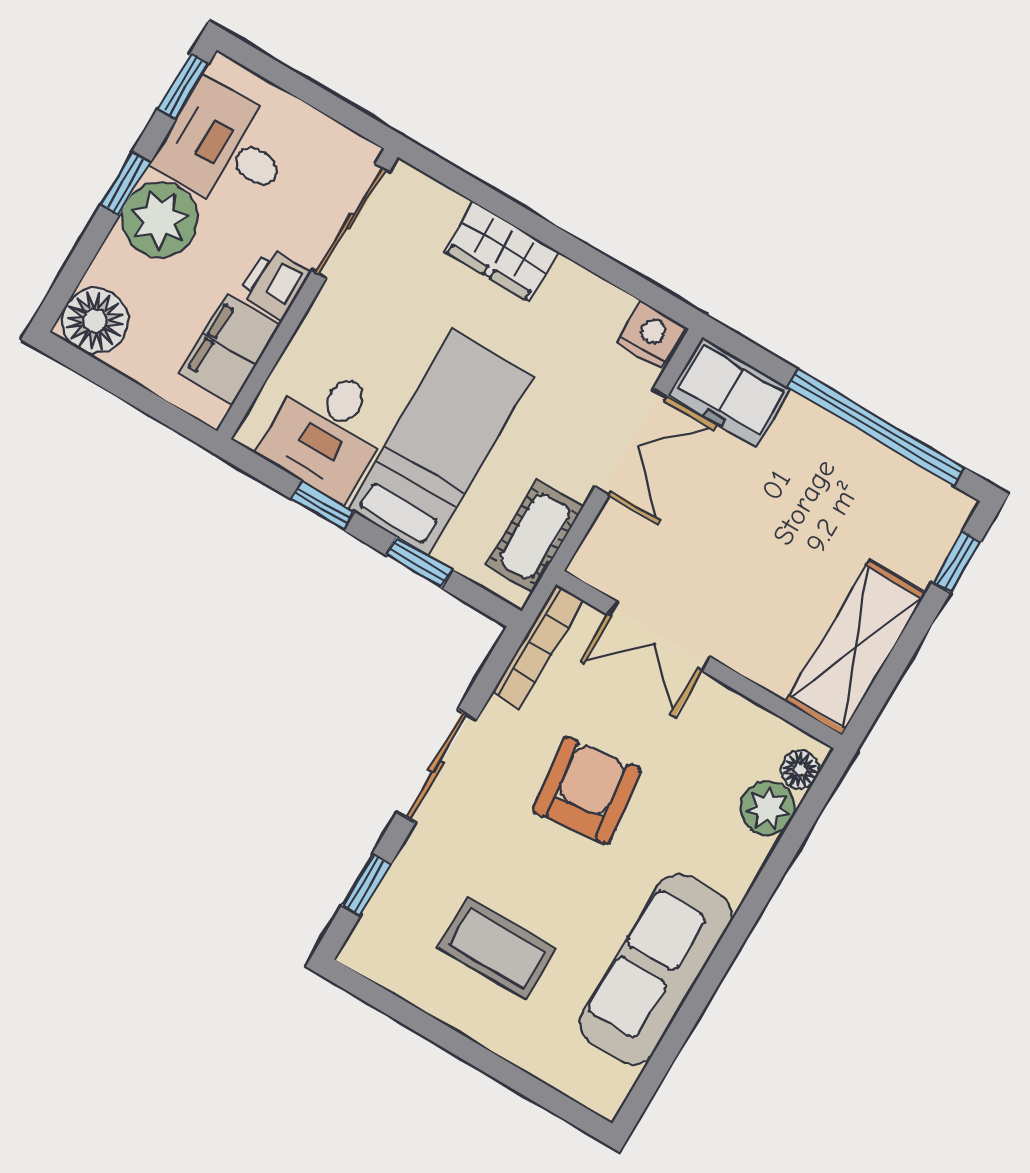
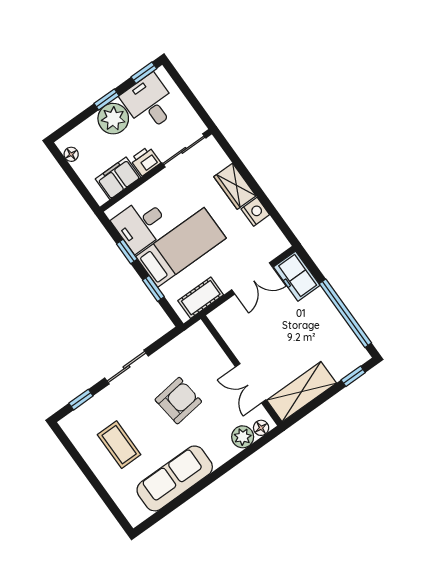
floor lamp: (95, 321) -> (71, 154), width x0.53, depth x0.53
nightstand: (651, 335) -> (255, 212), moved
double door: (659, 636) -> (251, 383), moved
bookcase: (538, 646) -> (184, 339), removed

